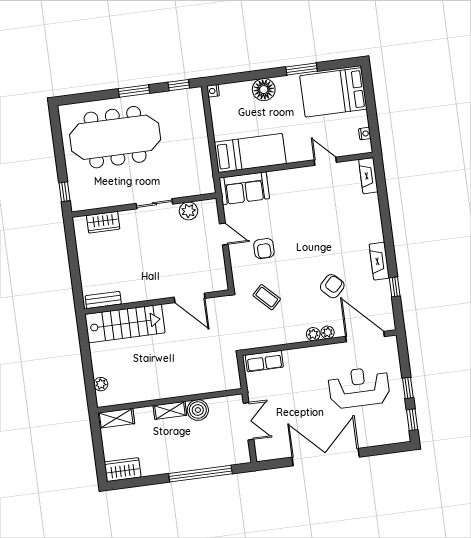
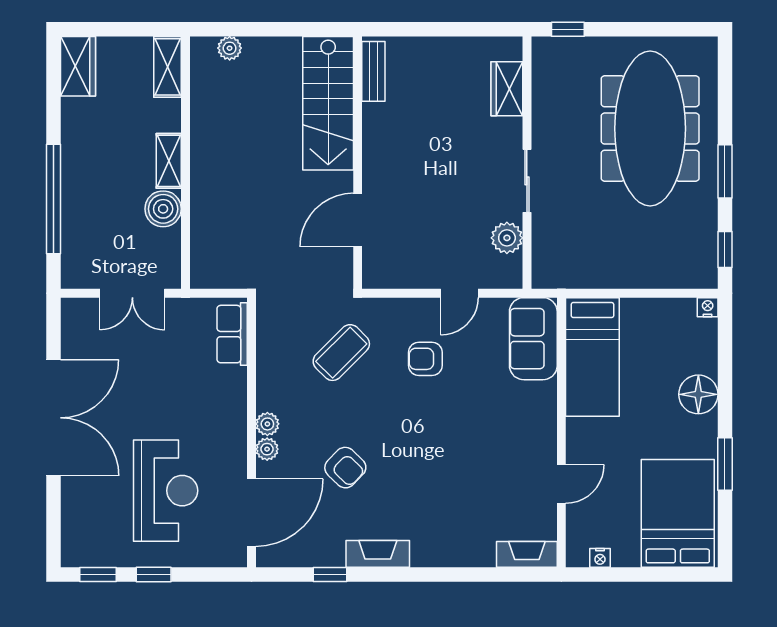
coffee table: (267, 297) -> (341, 353), width x1.36, depth x1.30

